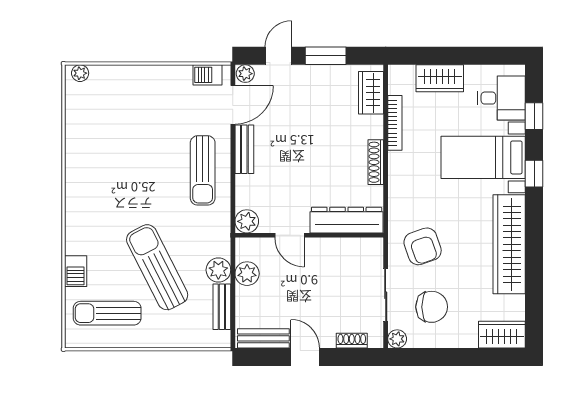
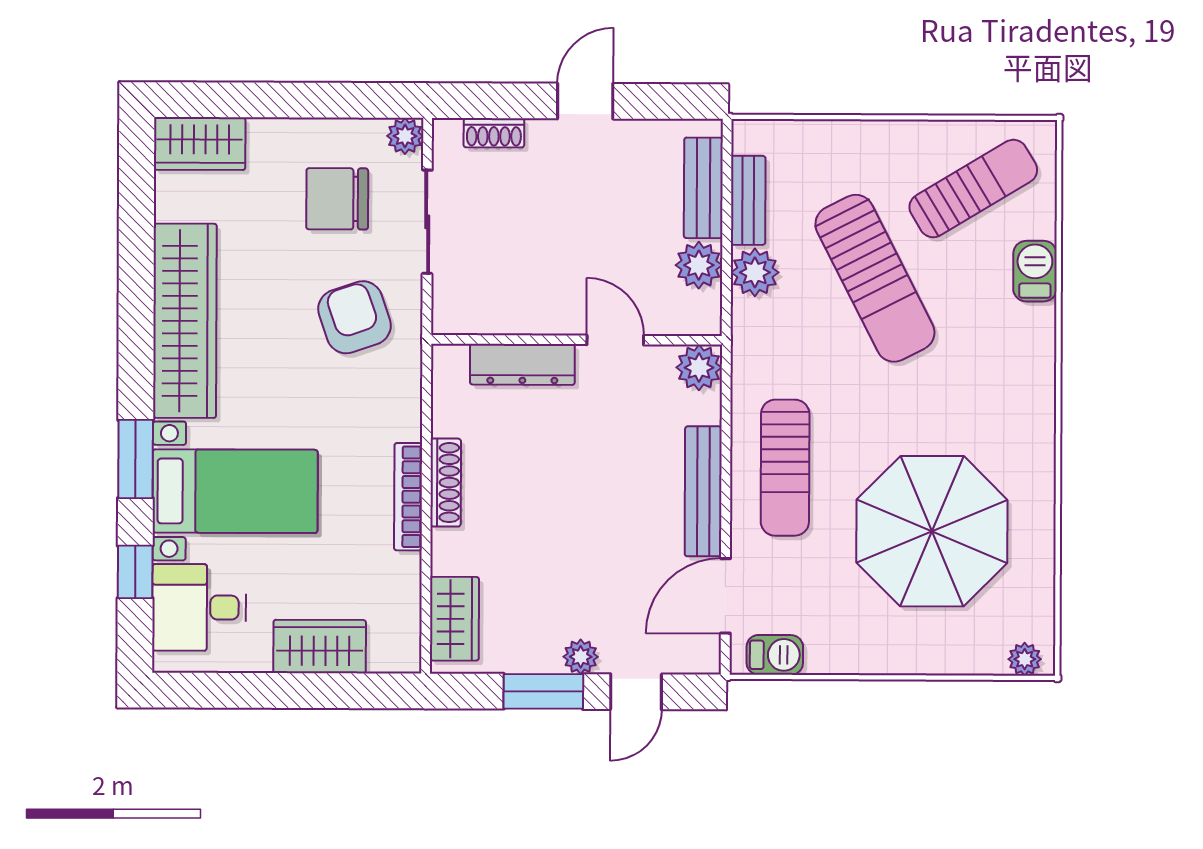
plant: (245, 74) -> (581, 657), moved
bookcase: (395, 123) -> (408, 497), moved
parasol: (128, 138) -> (932, 531), added
bench: (244, 149) -> (703, 491), width x1.36
sun lounger: (203, 170) -> (785, 468), turned 180
window: (534, 174) -> (136, 459), width x1.50
dresser: (347, 220) -> (522, 364), width x0.73, depth x0.80
sun lounger: (107, 313) -> (973, 189), turned -31
bench: (263, 338) -> (703, 188), moved, turned 90
door: (305, 357) -> (585, 101), swing flipped

